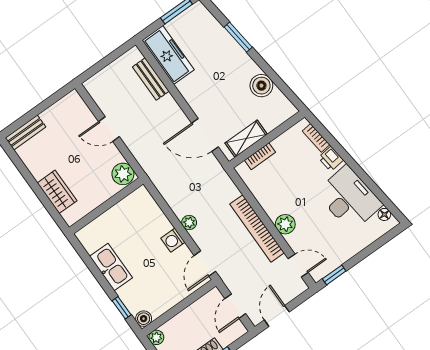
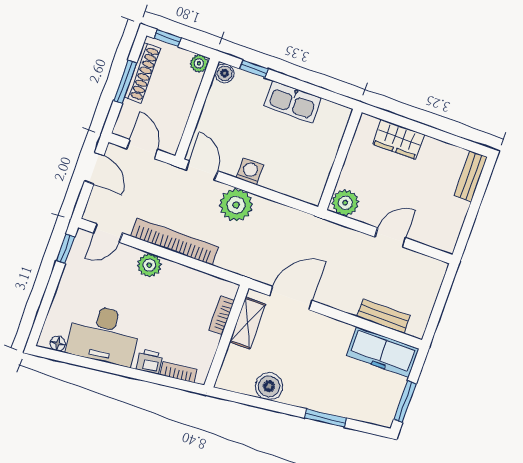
plant: (189, 223) -> (236, 205), width x1.88, depth x1.88

